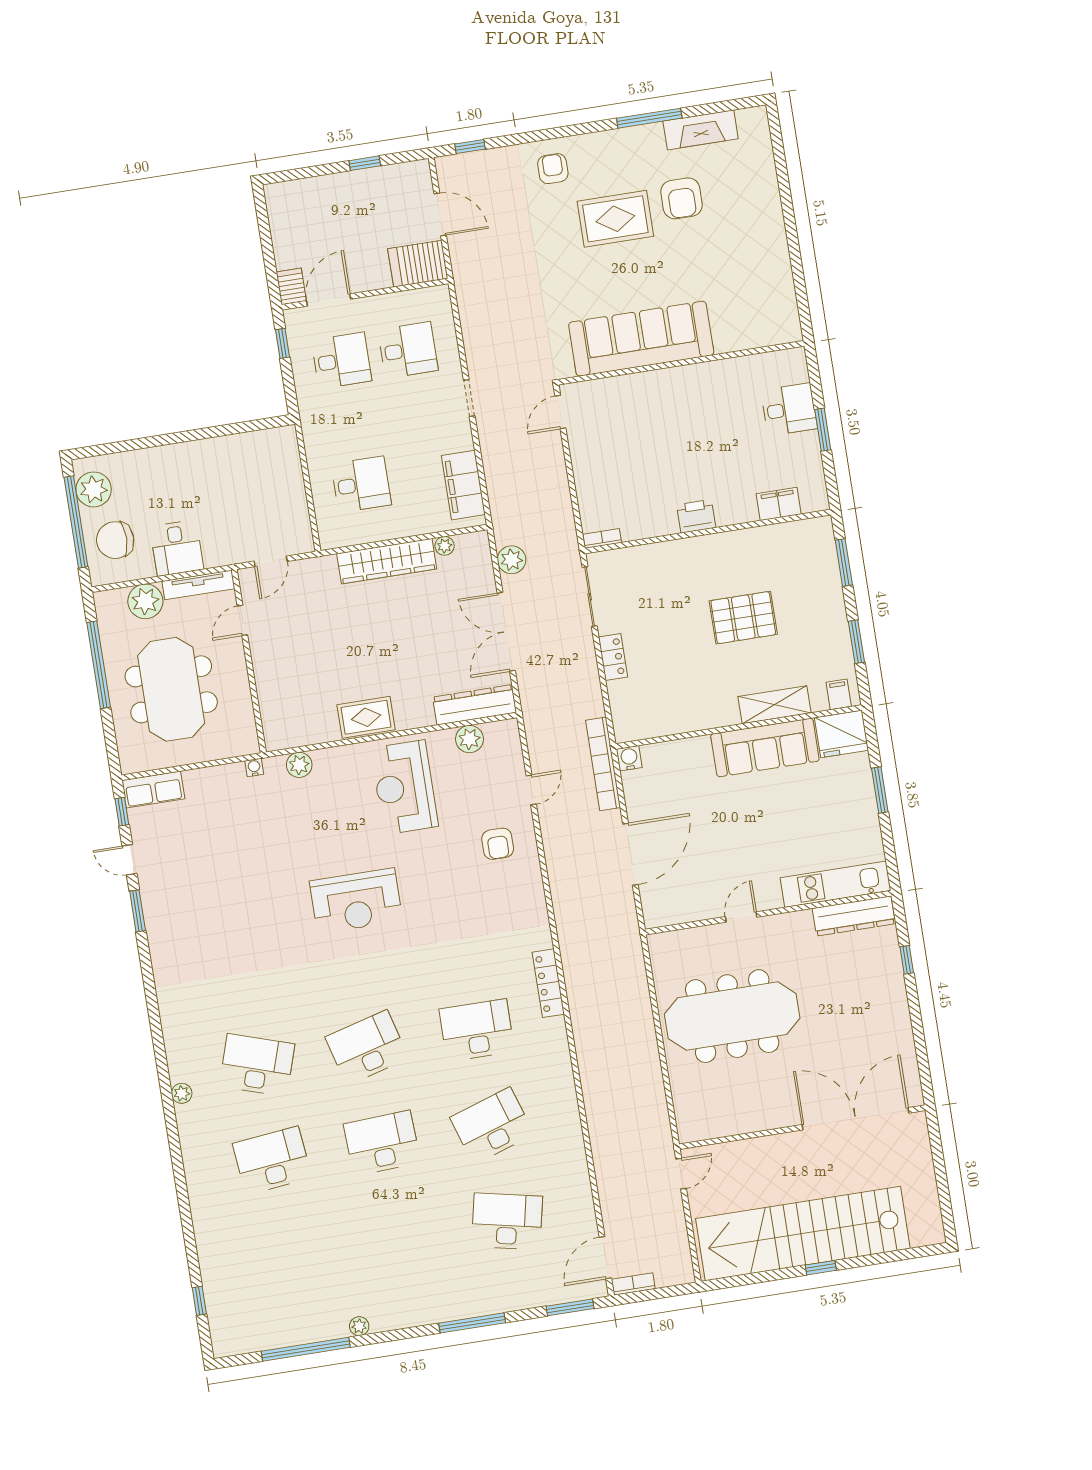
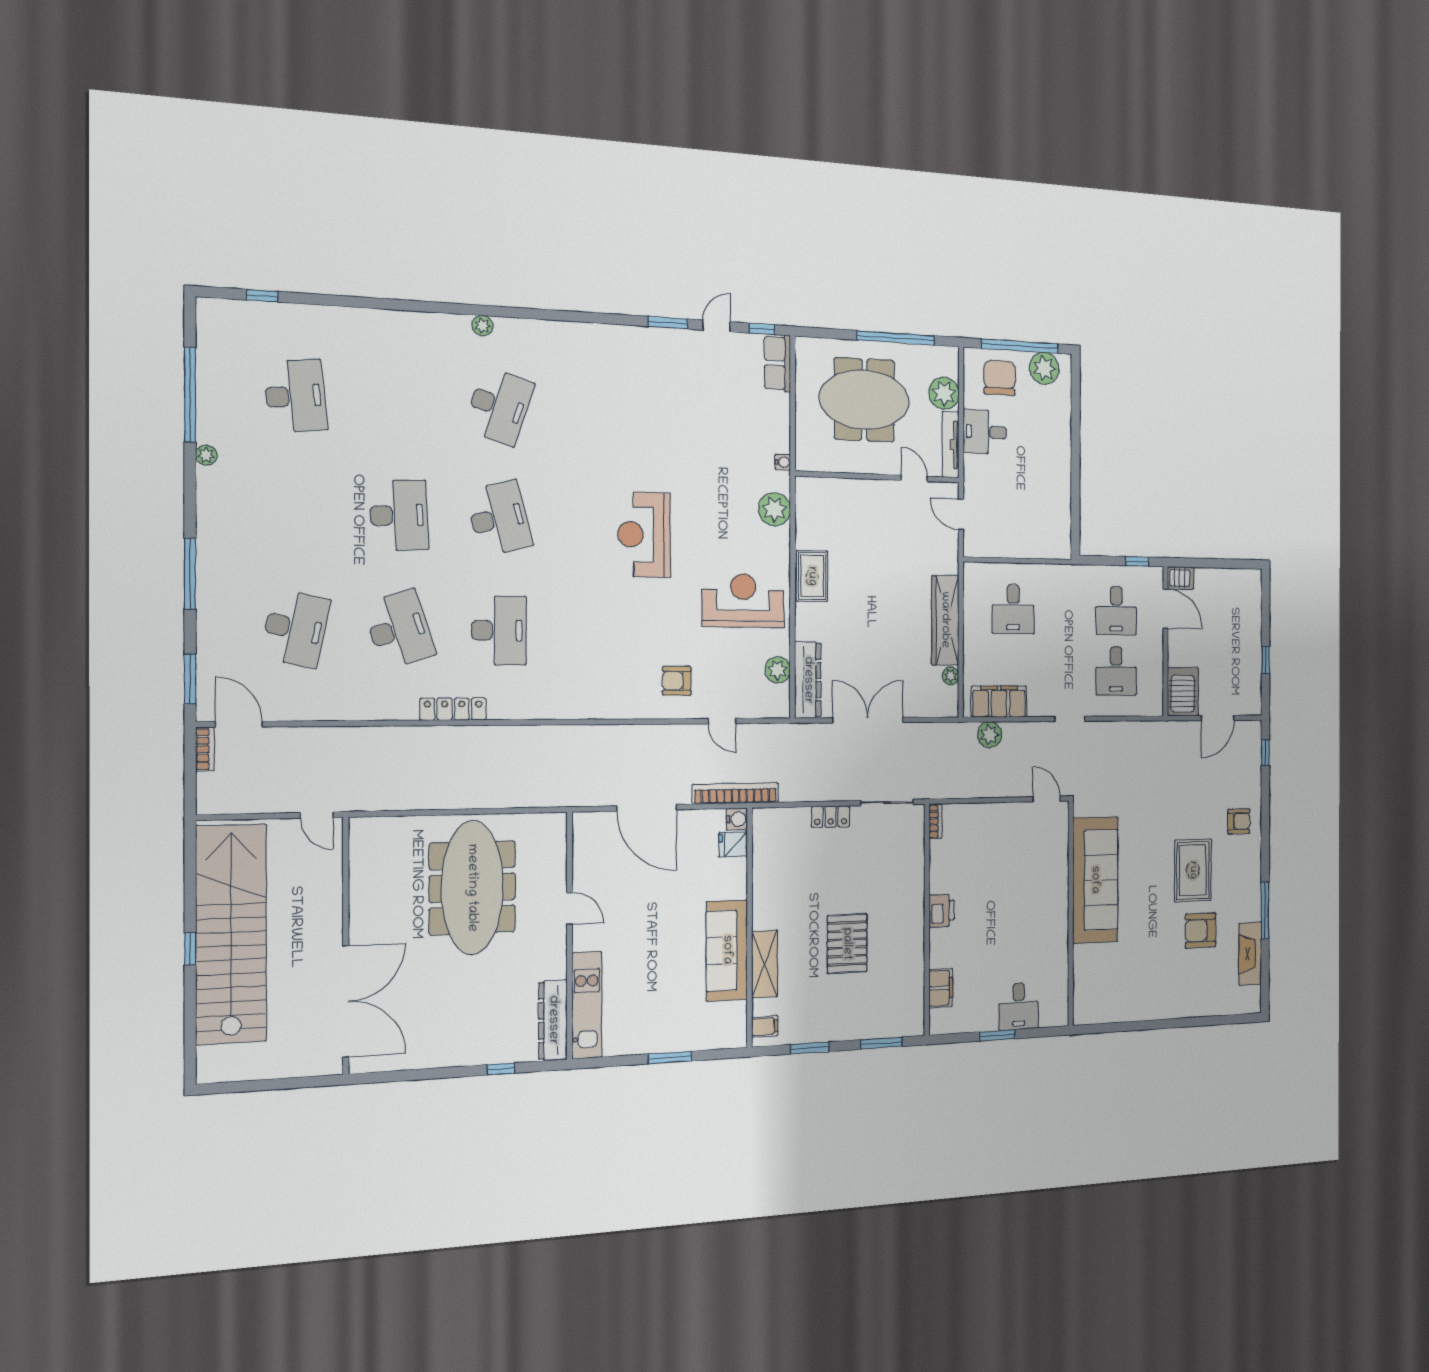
plant: (512, 560) -> (990, 735), moved
fridge: (842, 734) -> (733, 844), moved, width x0.53, depth x0.75
plant: (299, 765) -> (774, 509), width x1.36, depth x1.36
locker: (548, 983) -> (453, 709), moved
desk: (272, 1161) -> (295, 396), moved

